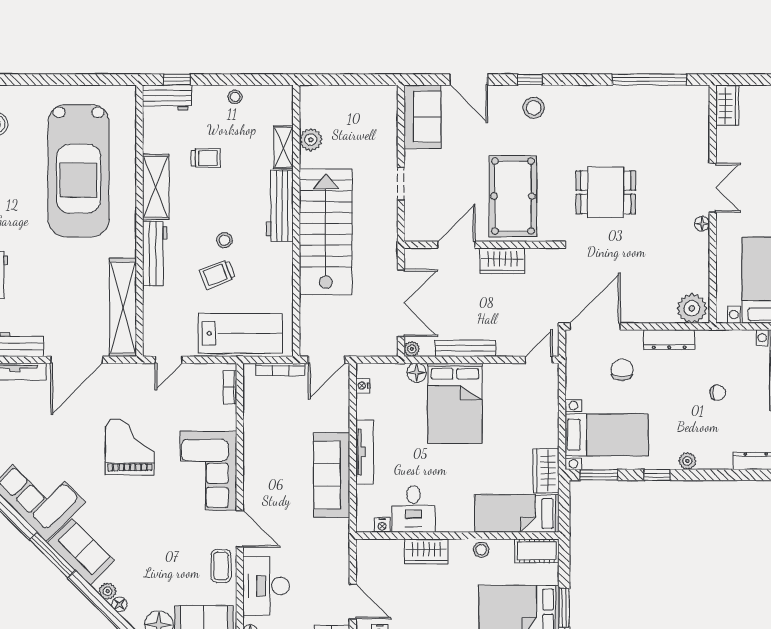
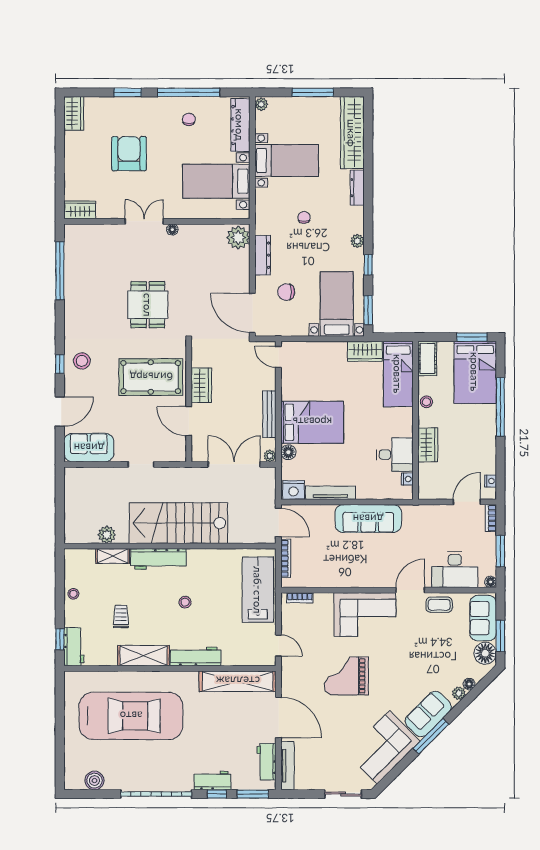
trolley: (217, 274) -> (212, 608), removed
nightstand: (363, 386) -> (294, 490), width x1.89, depth x1.79
tv unit: (365, 452) -> (330, 493), moved

